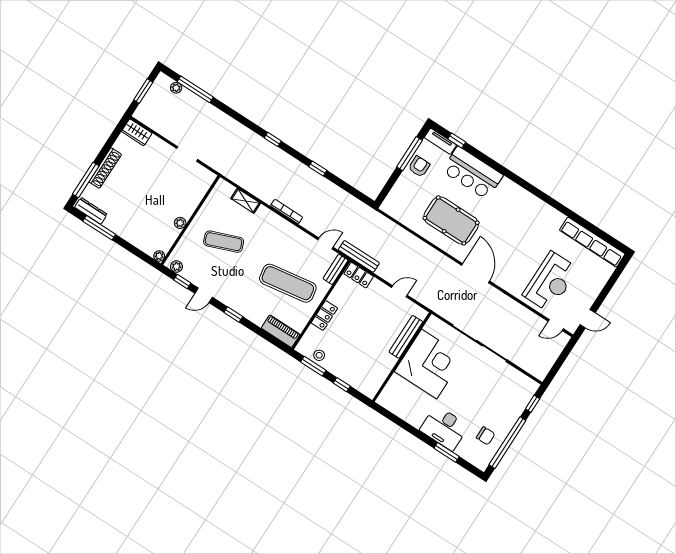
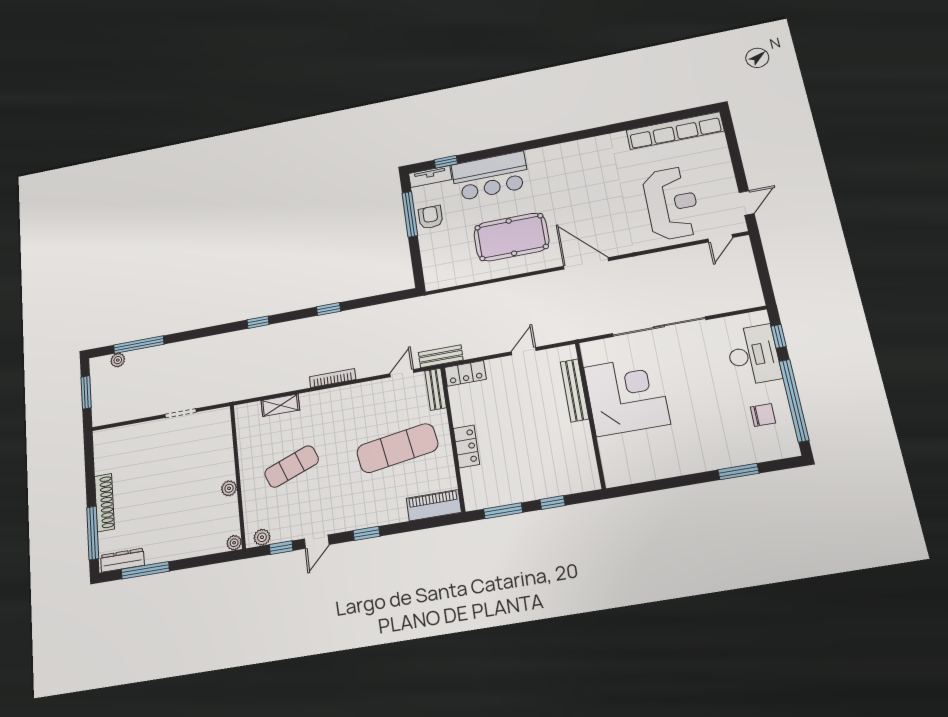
wardrobe: (137, 132) -> (110, 438), removed
bench: (359, 256) -> (441, 356), width x0.73
stool: (319, 355) -> (499, 493), removed
desk: (444, 428) -> (753, 355), moved, turned -90

